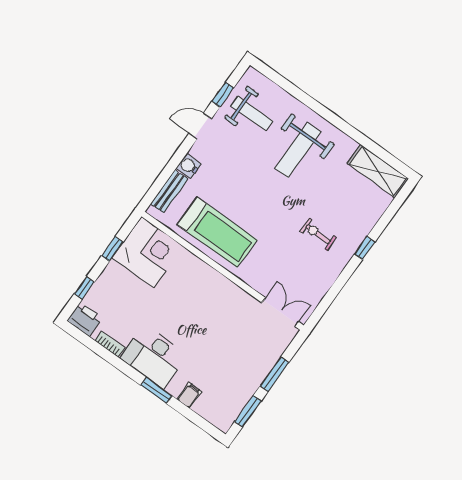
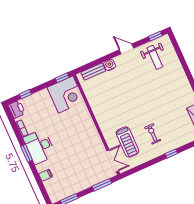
window: (223, 95) -> (155, 36), moved
weight bench: (298, 150) -> (167, 88), removed
treadmill: (217, 232) -> (127, 142), moved, width x0.73, depth x0.73
window: (112, 249) -> (62, 78), moved
window: (275, 374) -> (102, 185), moved
window: (156, 390) -> (27, 153), moved

